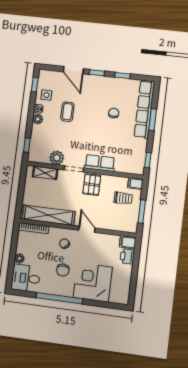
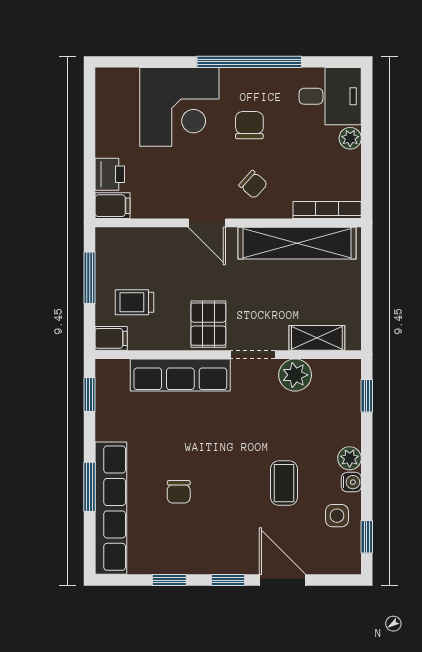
row of seats: (100, 163) -> (180, 375), width x1.48

